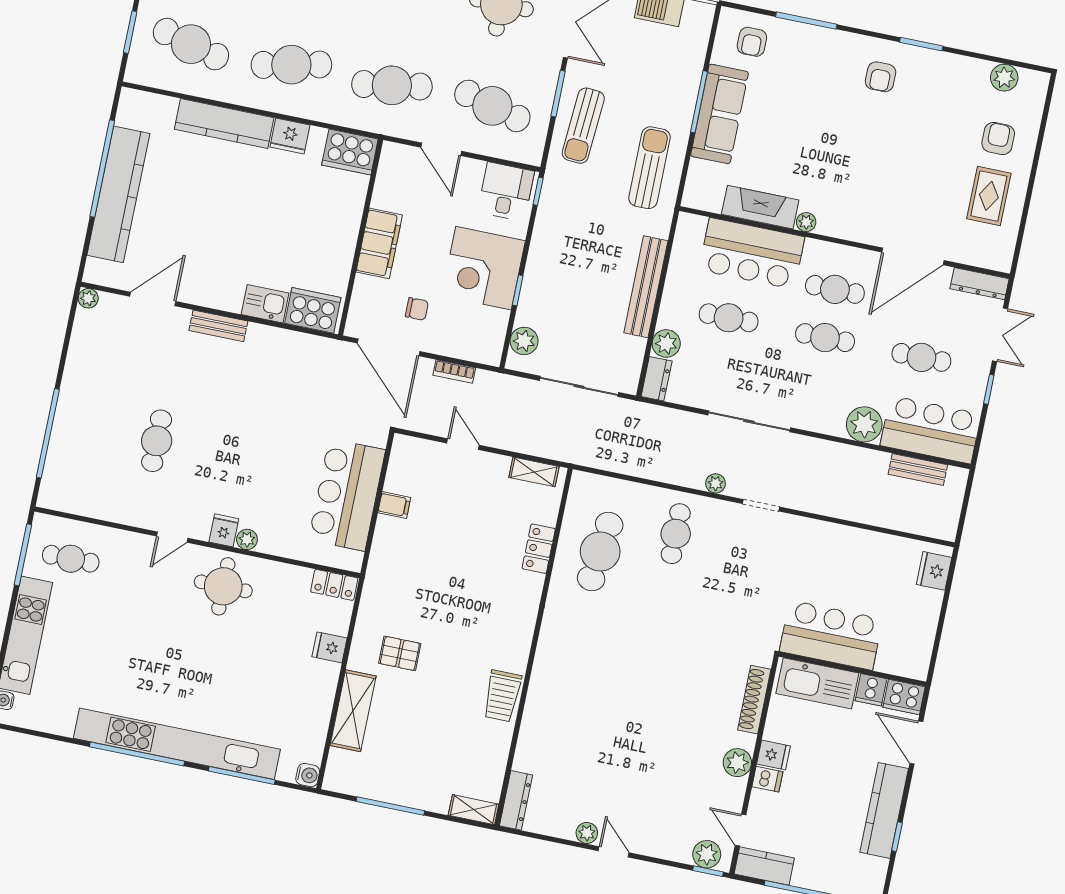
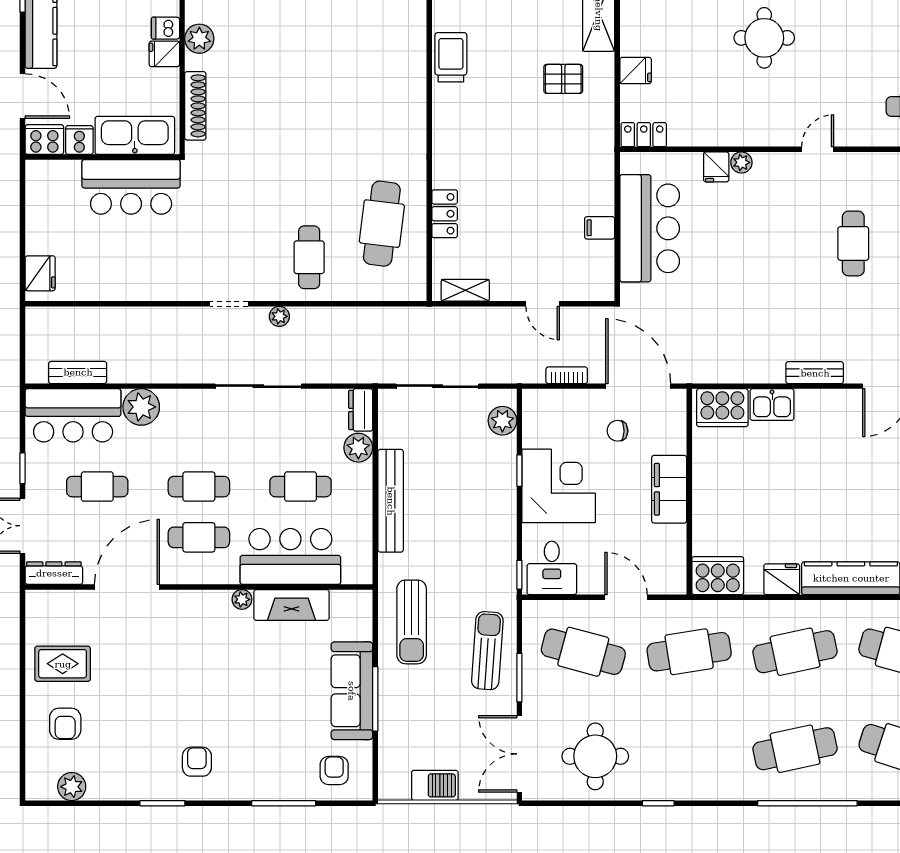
rug: (989, 196) -> (63, 664), turned 90
fridge: (224, 530) -> (716, 167), moved
round table: (223, 586) -> (764, 38), moved

